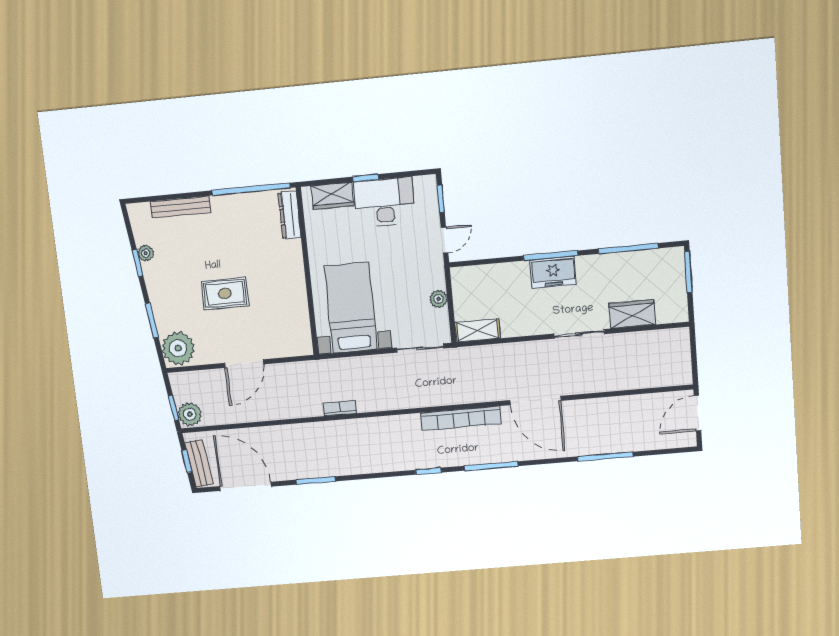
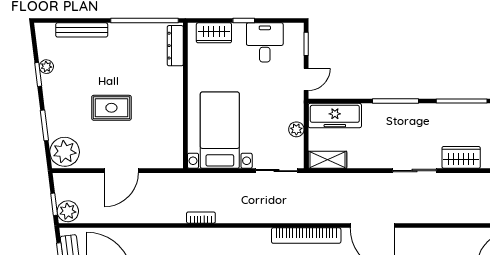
desk: (385, 202) -> (265, 42), width x0.73
freezer: (553, 272) -> (335, 116), moved, width x1.40

